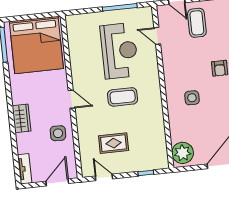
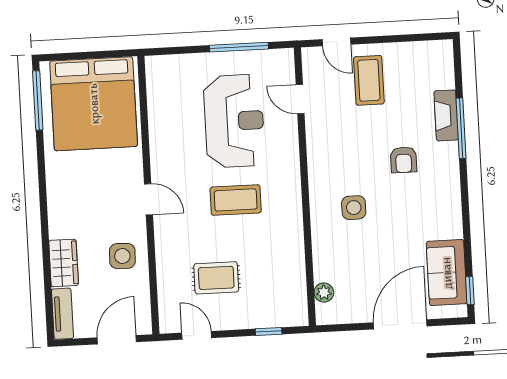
wardrobe: (22, 118) -> (64, 263), moved
plant: (183, 153) -> (324, 293), width x0.53, depth x0.53

